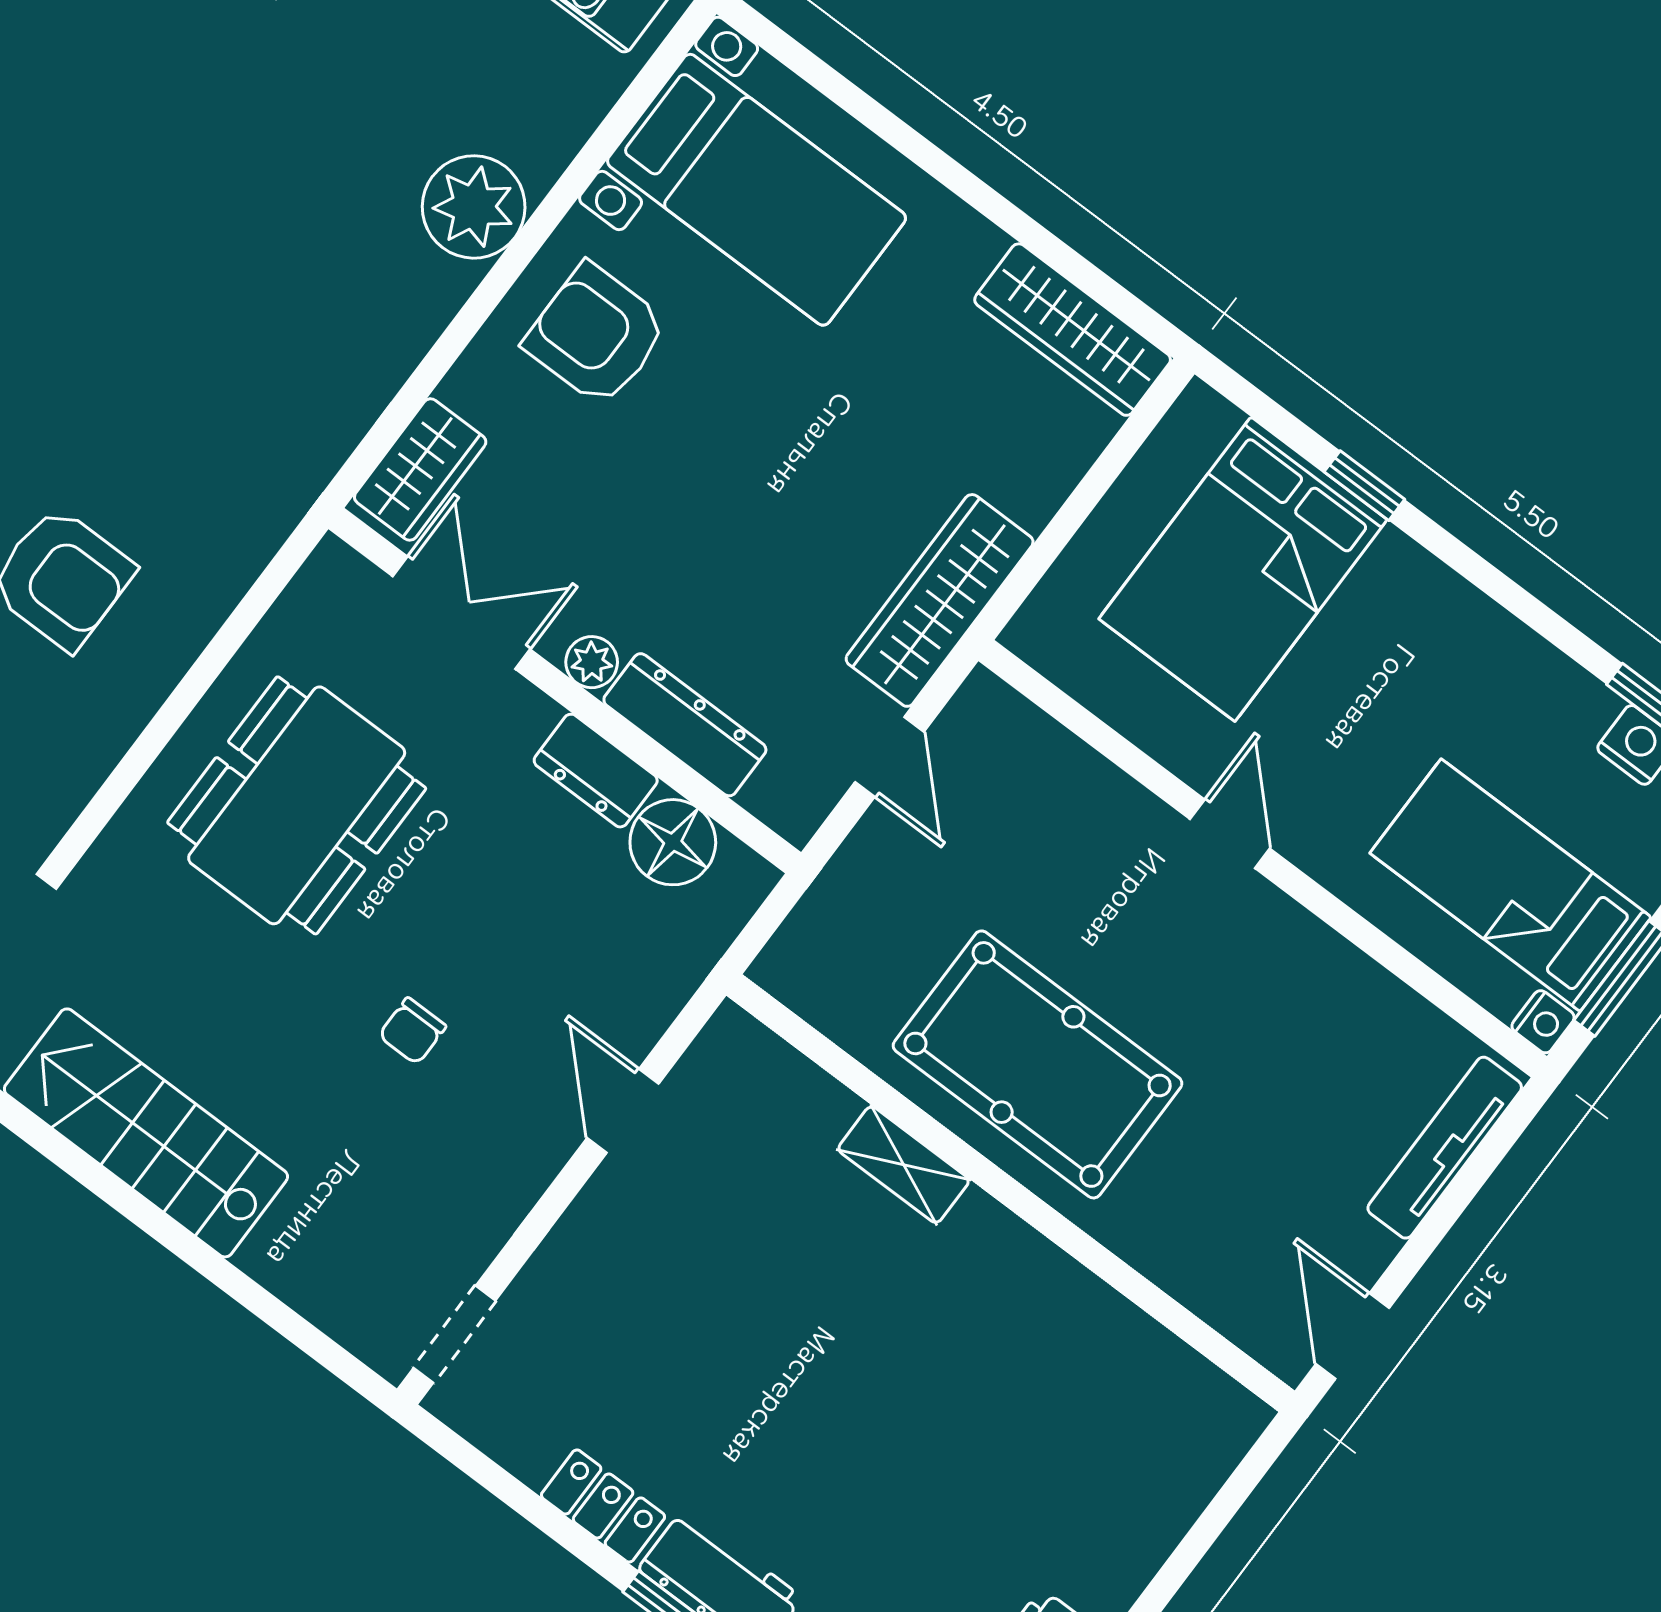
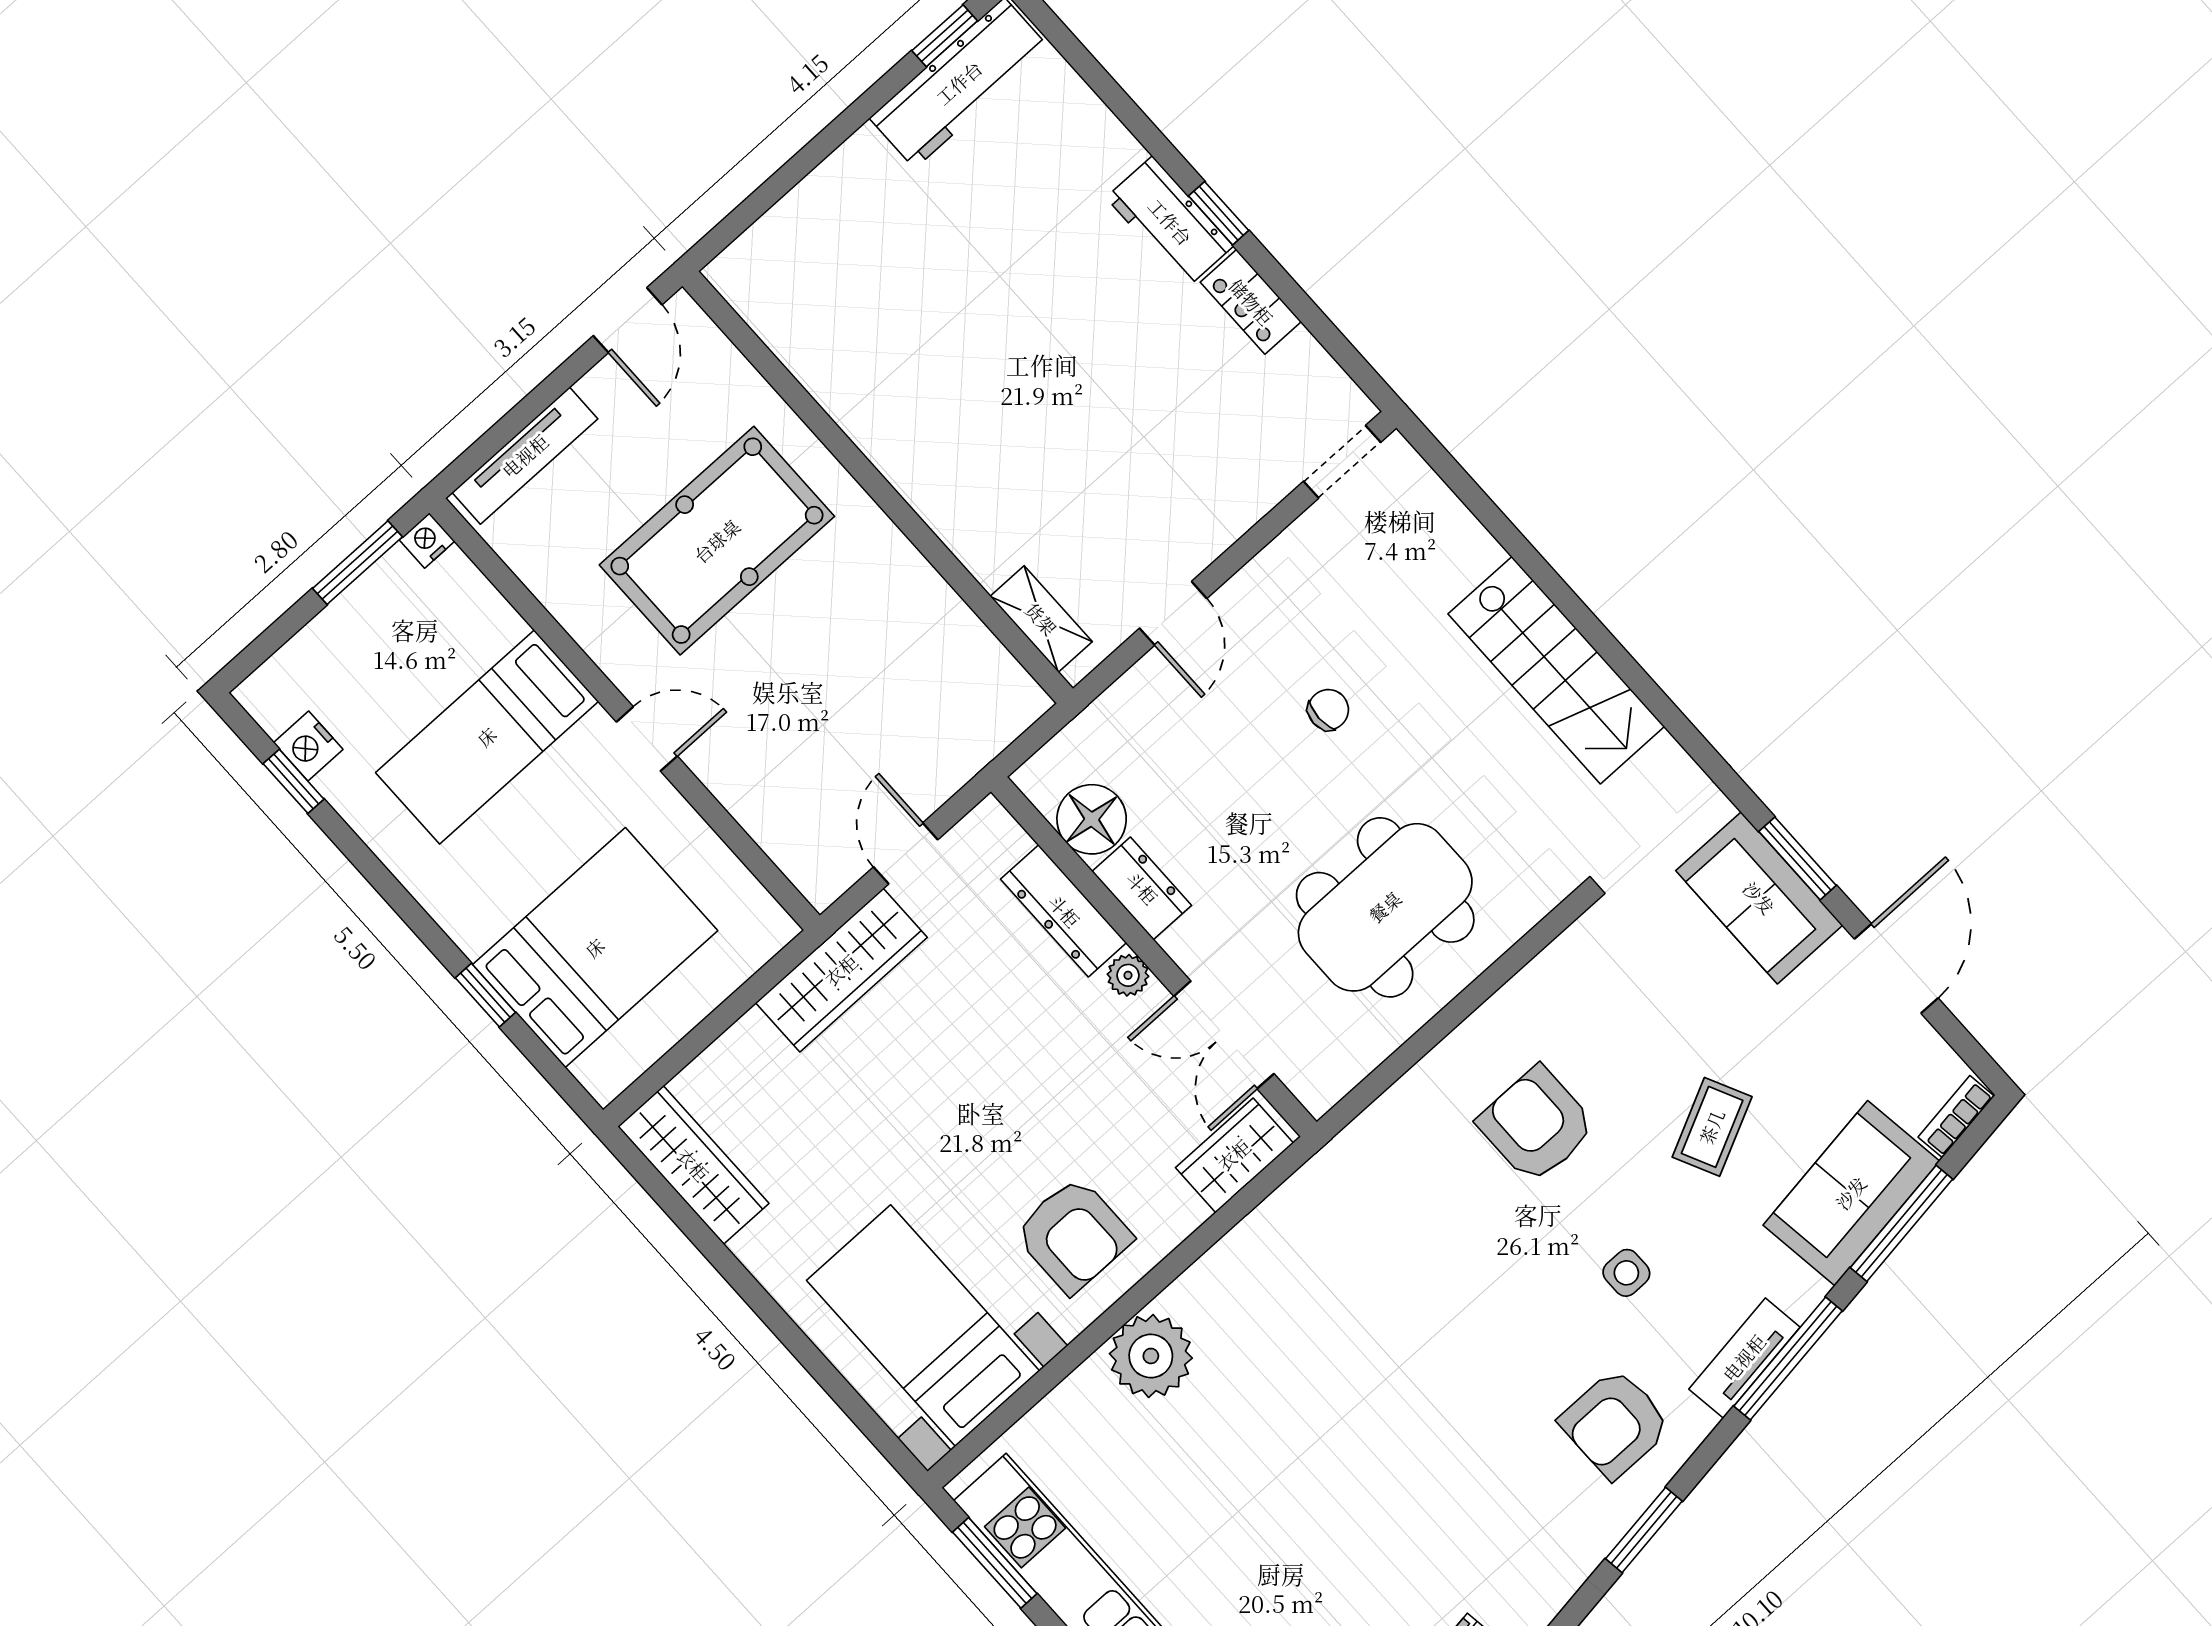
door: (1230, 834) -> (647, 739), swing flipped
bed: (1511, 885) -> (487, 737), moved, turned 90
pool table: (1038, 1064) -> (717, 541), moved, turned 90
shelving: (904, 1165) -> (1041, 619), moved

